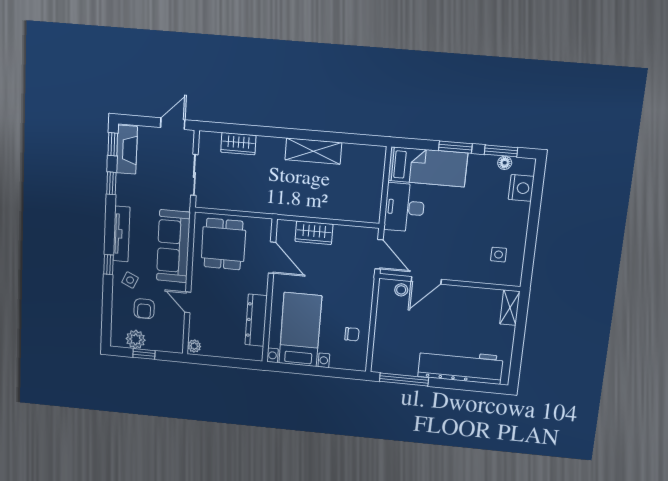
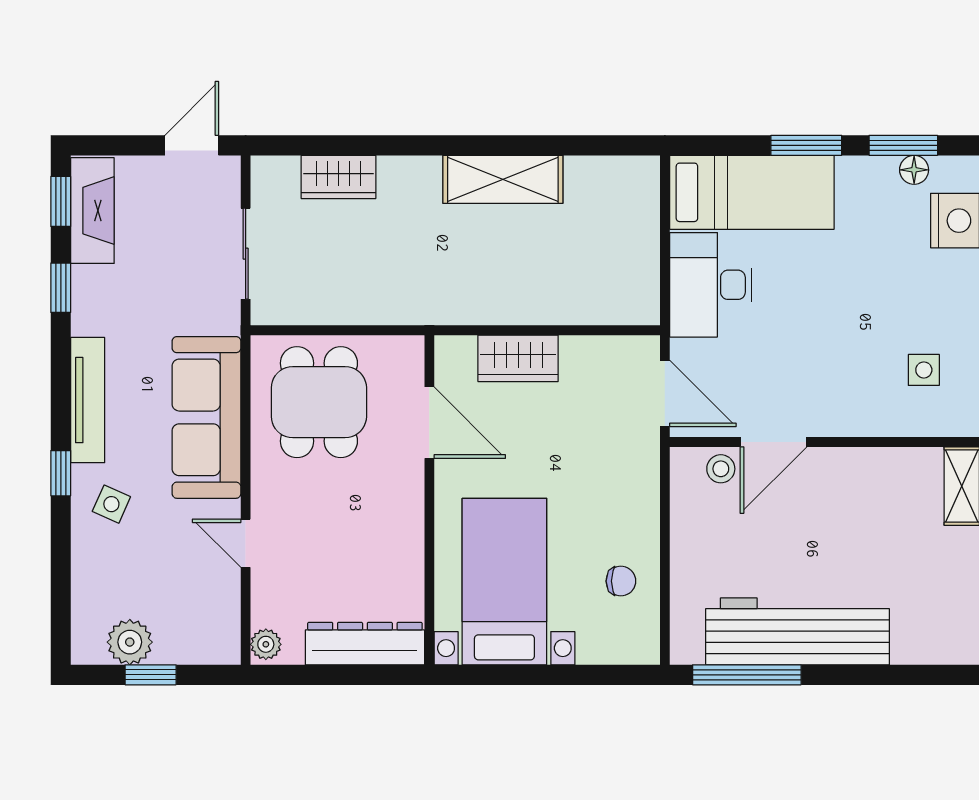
armchair: (144, 309) -> (147, 568), removed
dresser: (256, 320) -> (365, 644), moved, turned 90
workbench: (460, 366) -> (798, 631), moved

